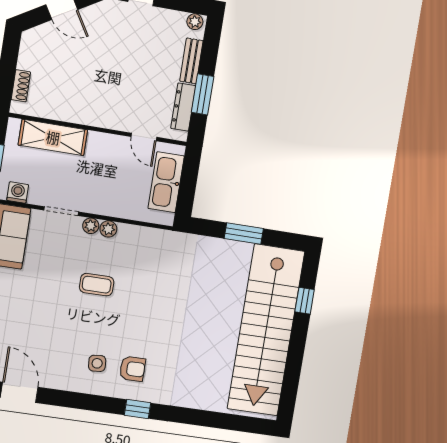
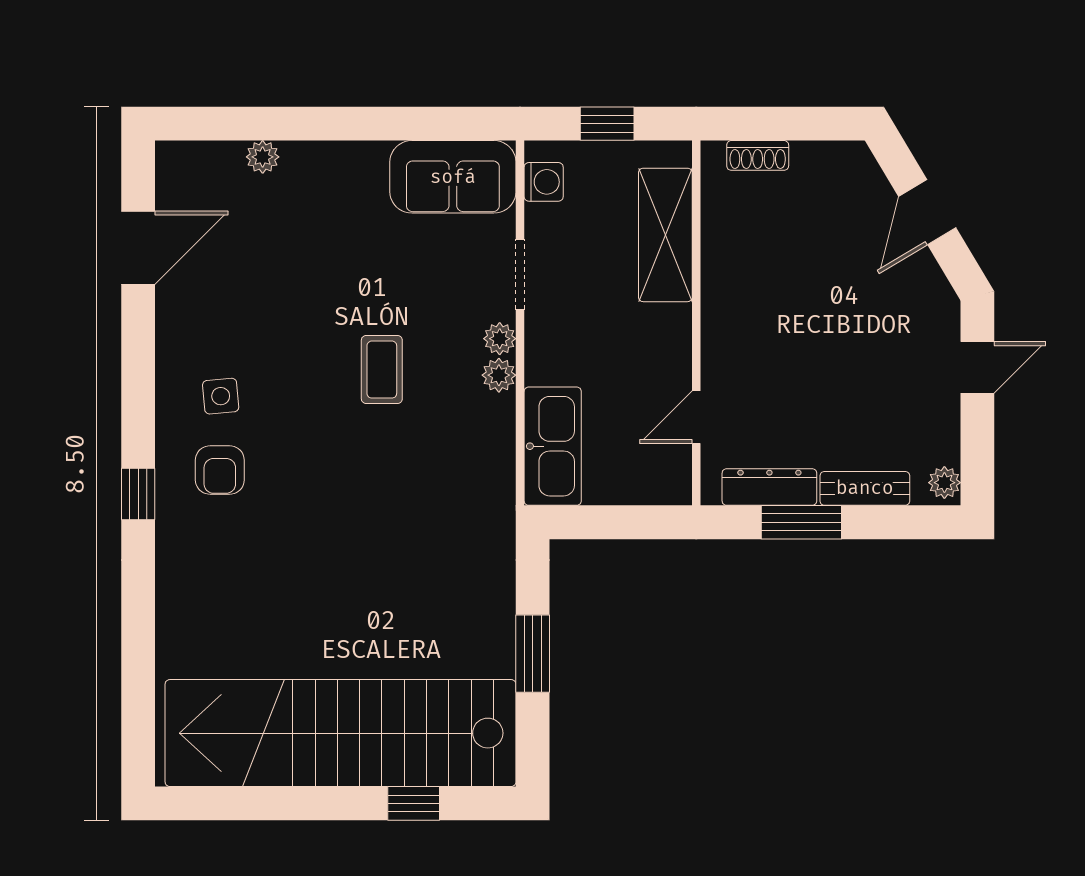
kitchen sink: (166, 182) -> (553, 446), moved, turned 90

